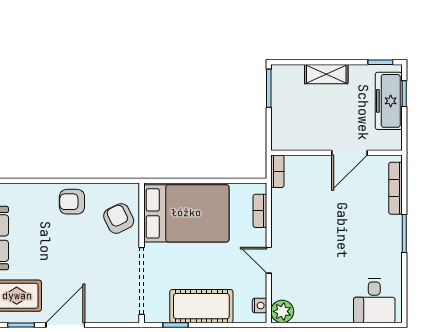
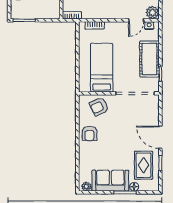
bed: (186, 213) -> (102, 68), width x0.67
door: (269, 260) -> (136, 20), moved

